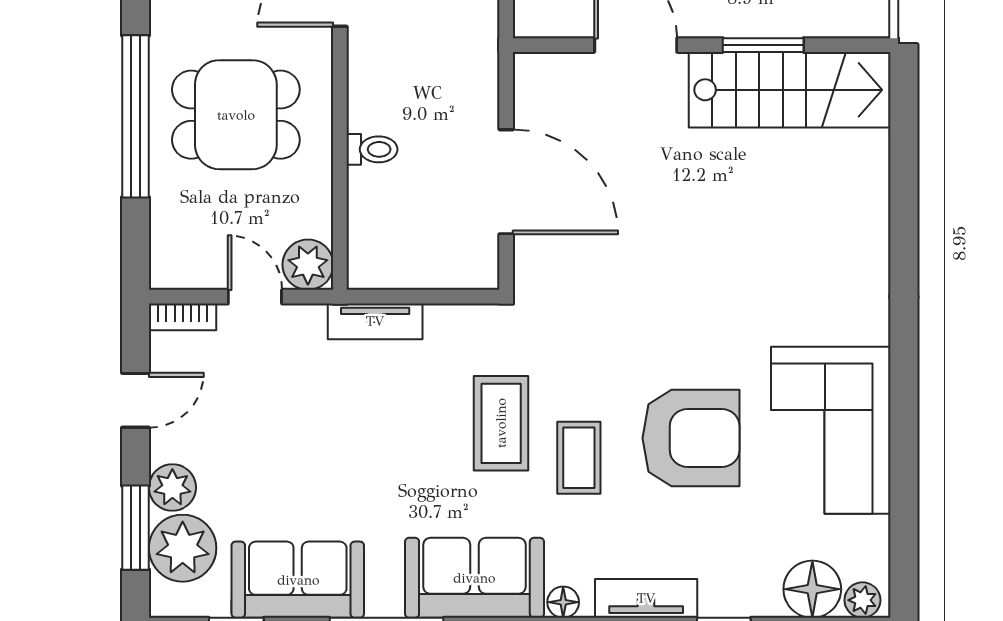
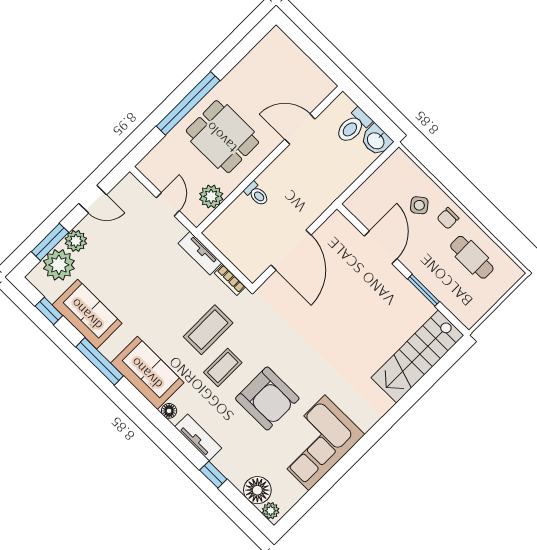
stairs: (790, 90) -> (418, 356), moved, turned 90
plant: (308, 265) -> (211, 196), moved
bookcase: (183, 317) -> (230, 280), moved

